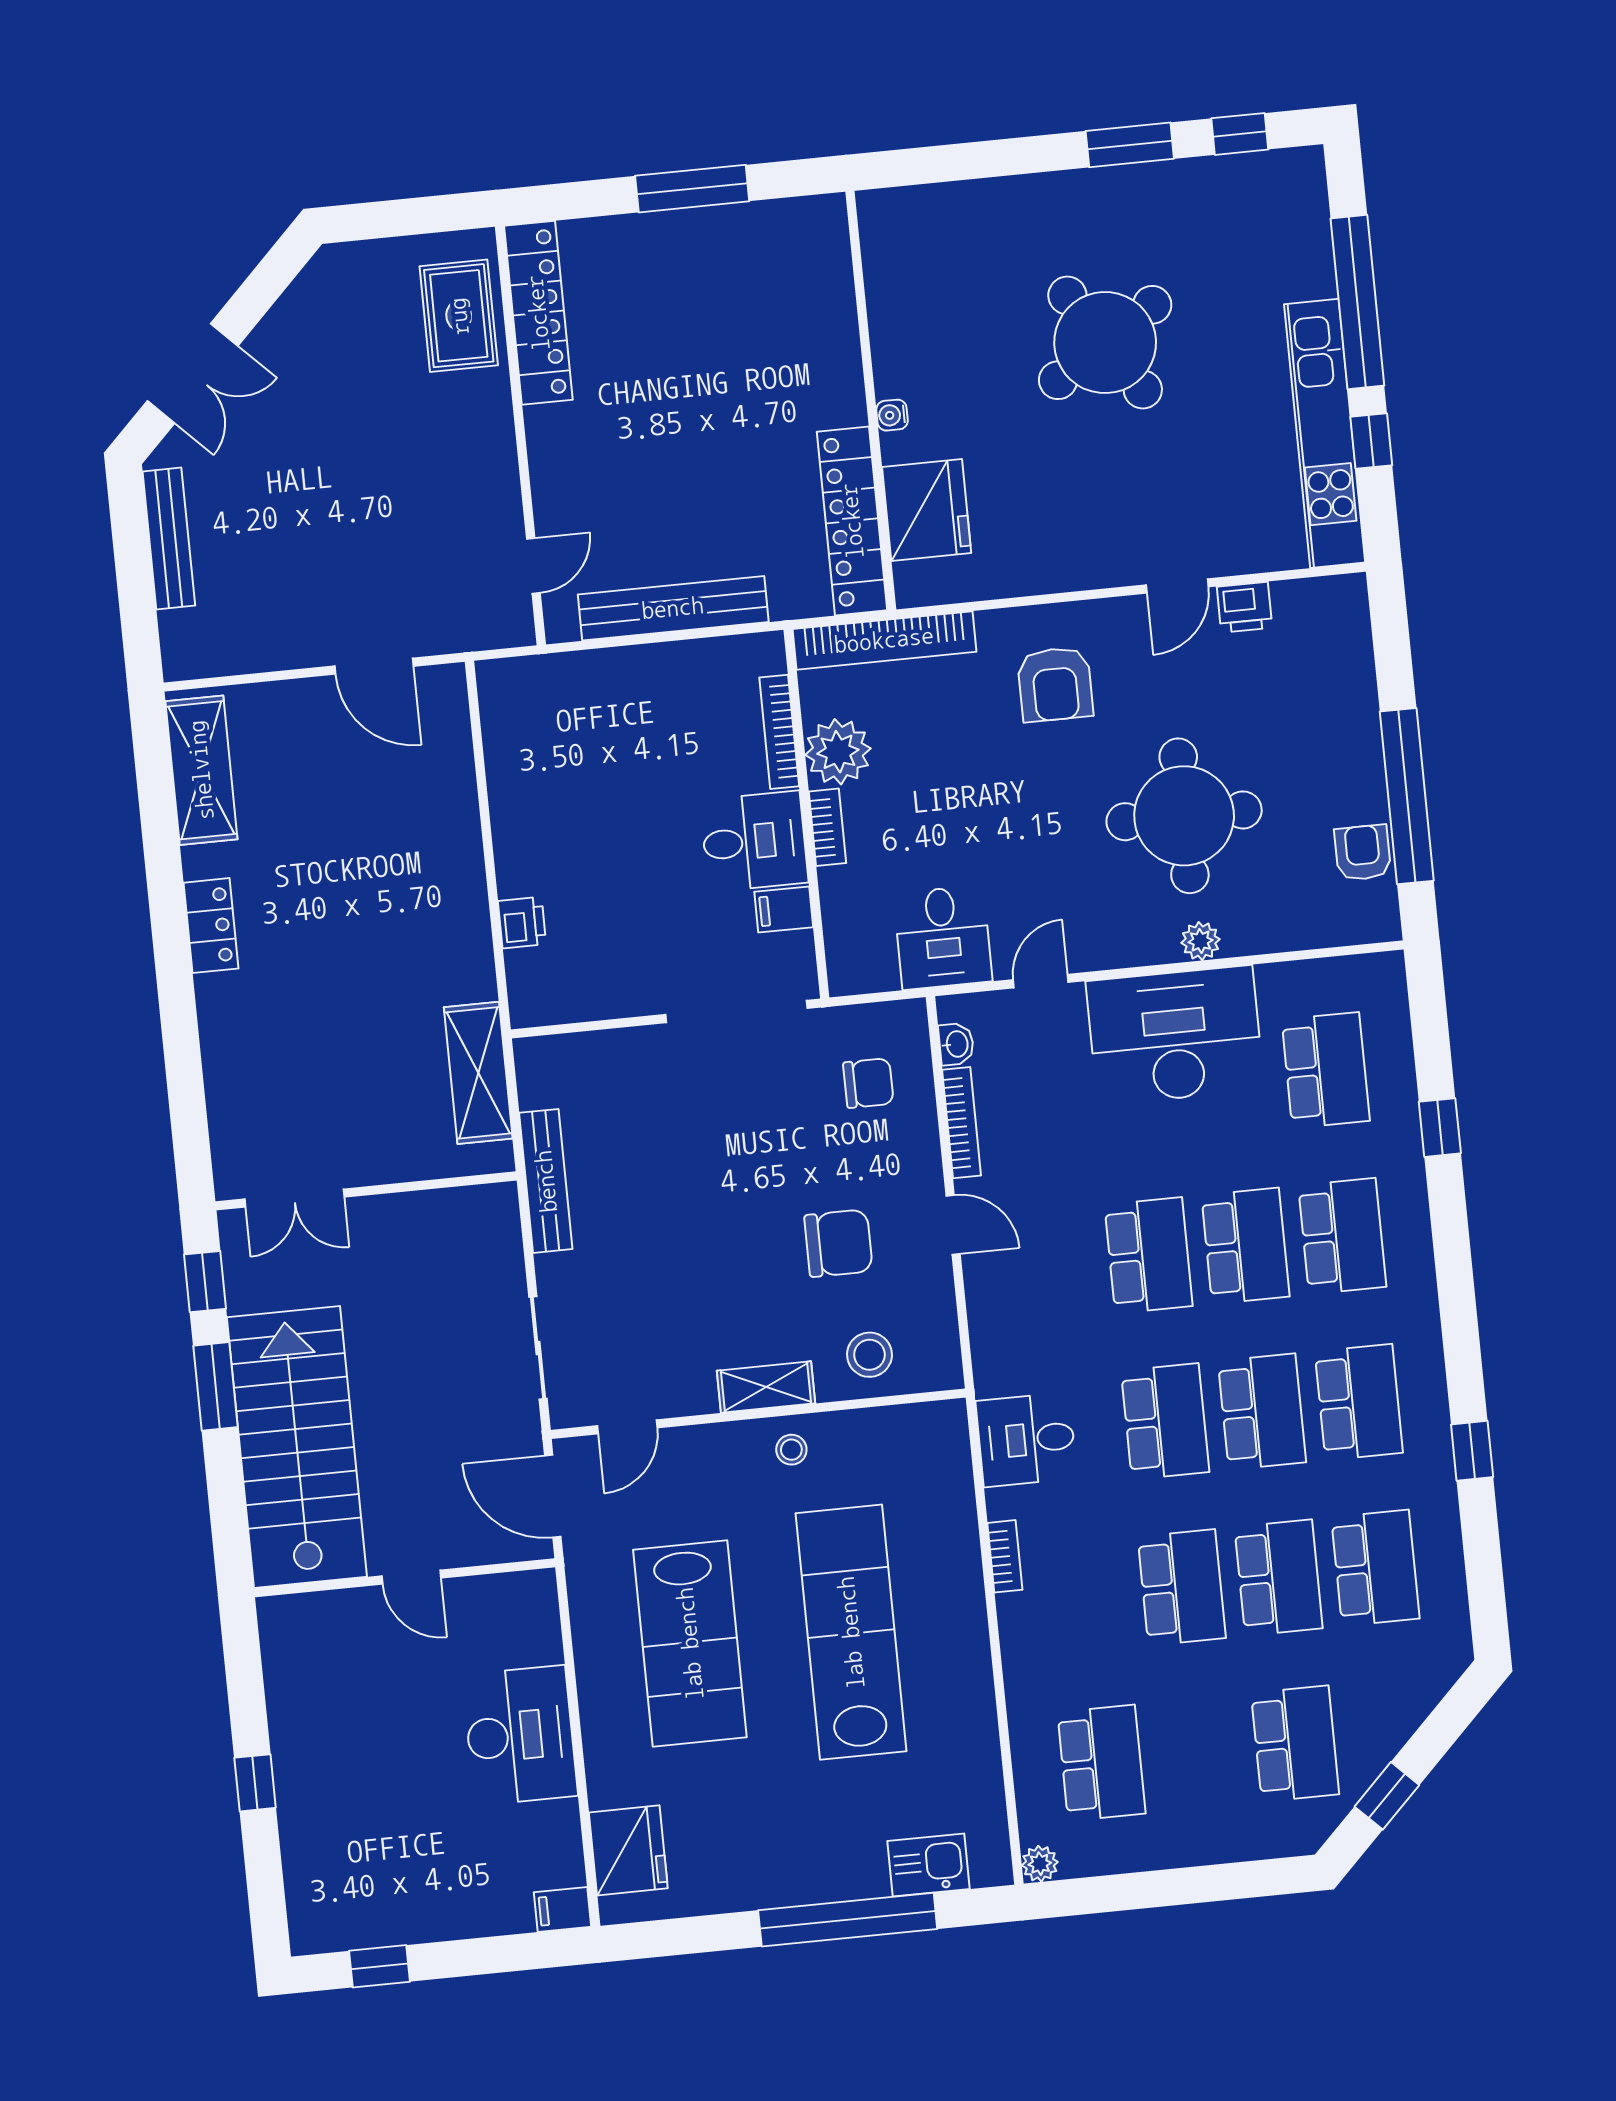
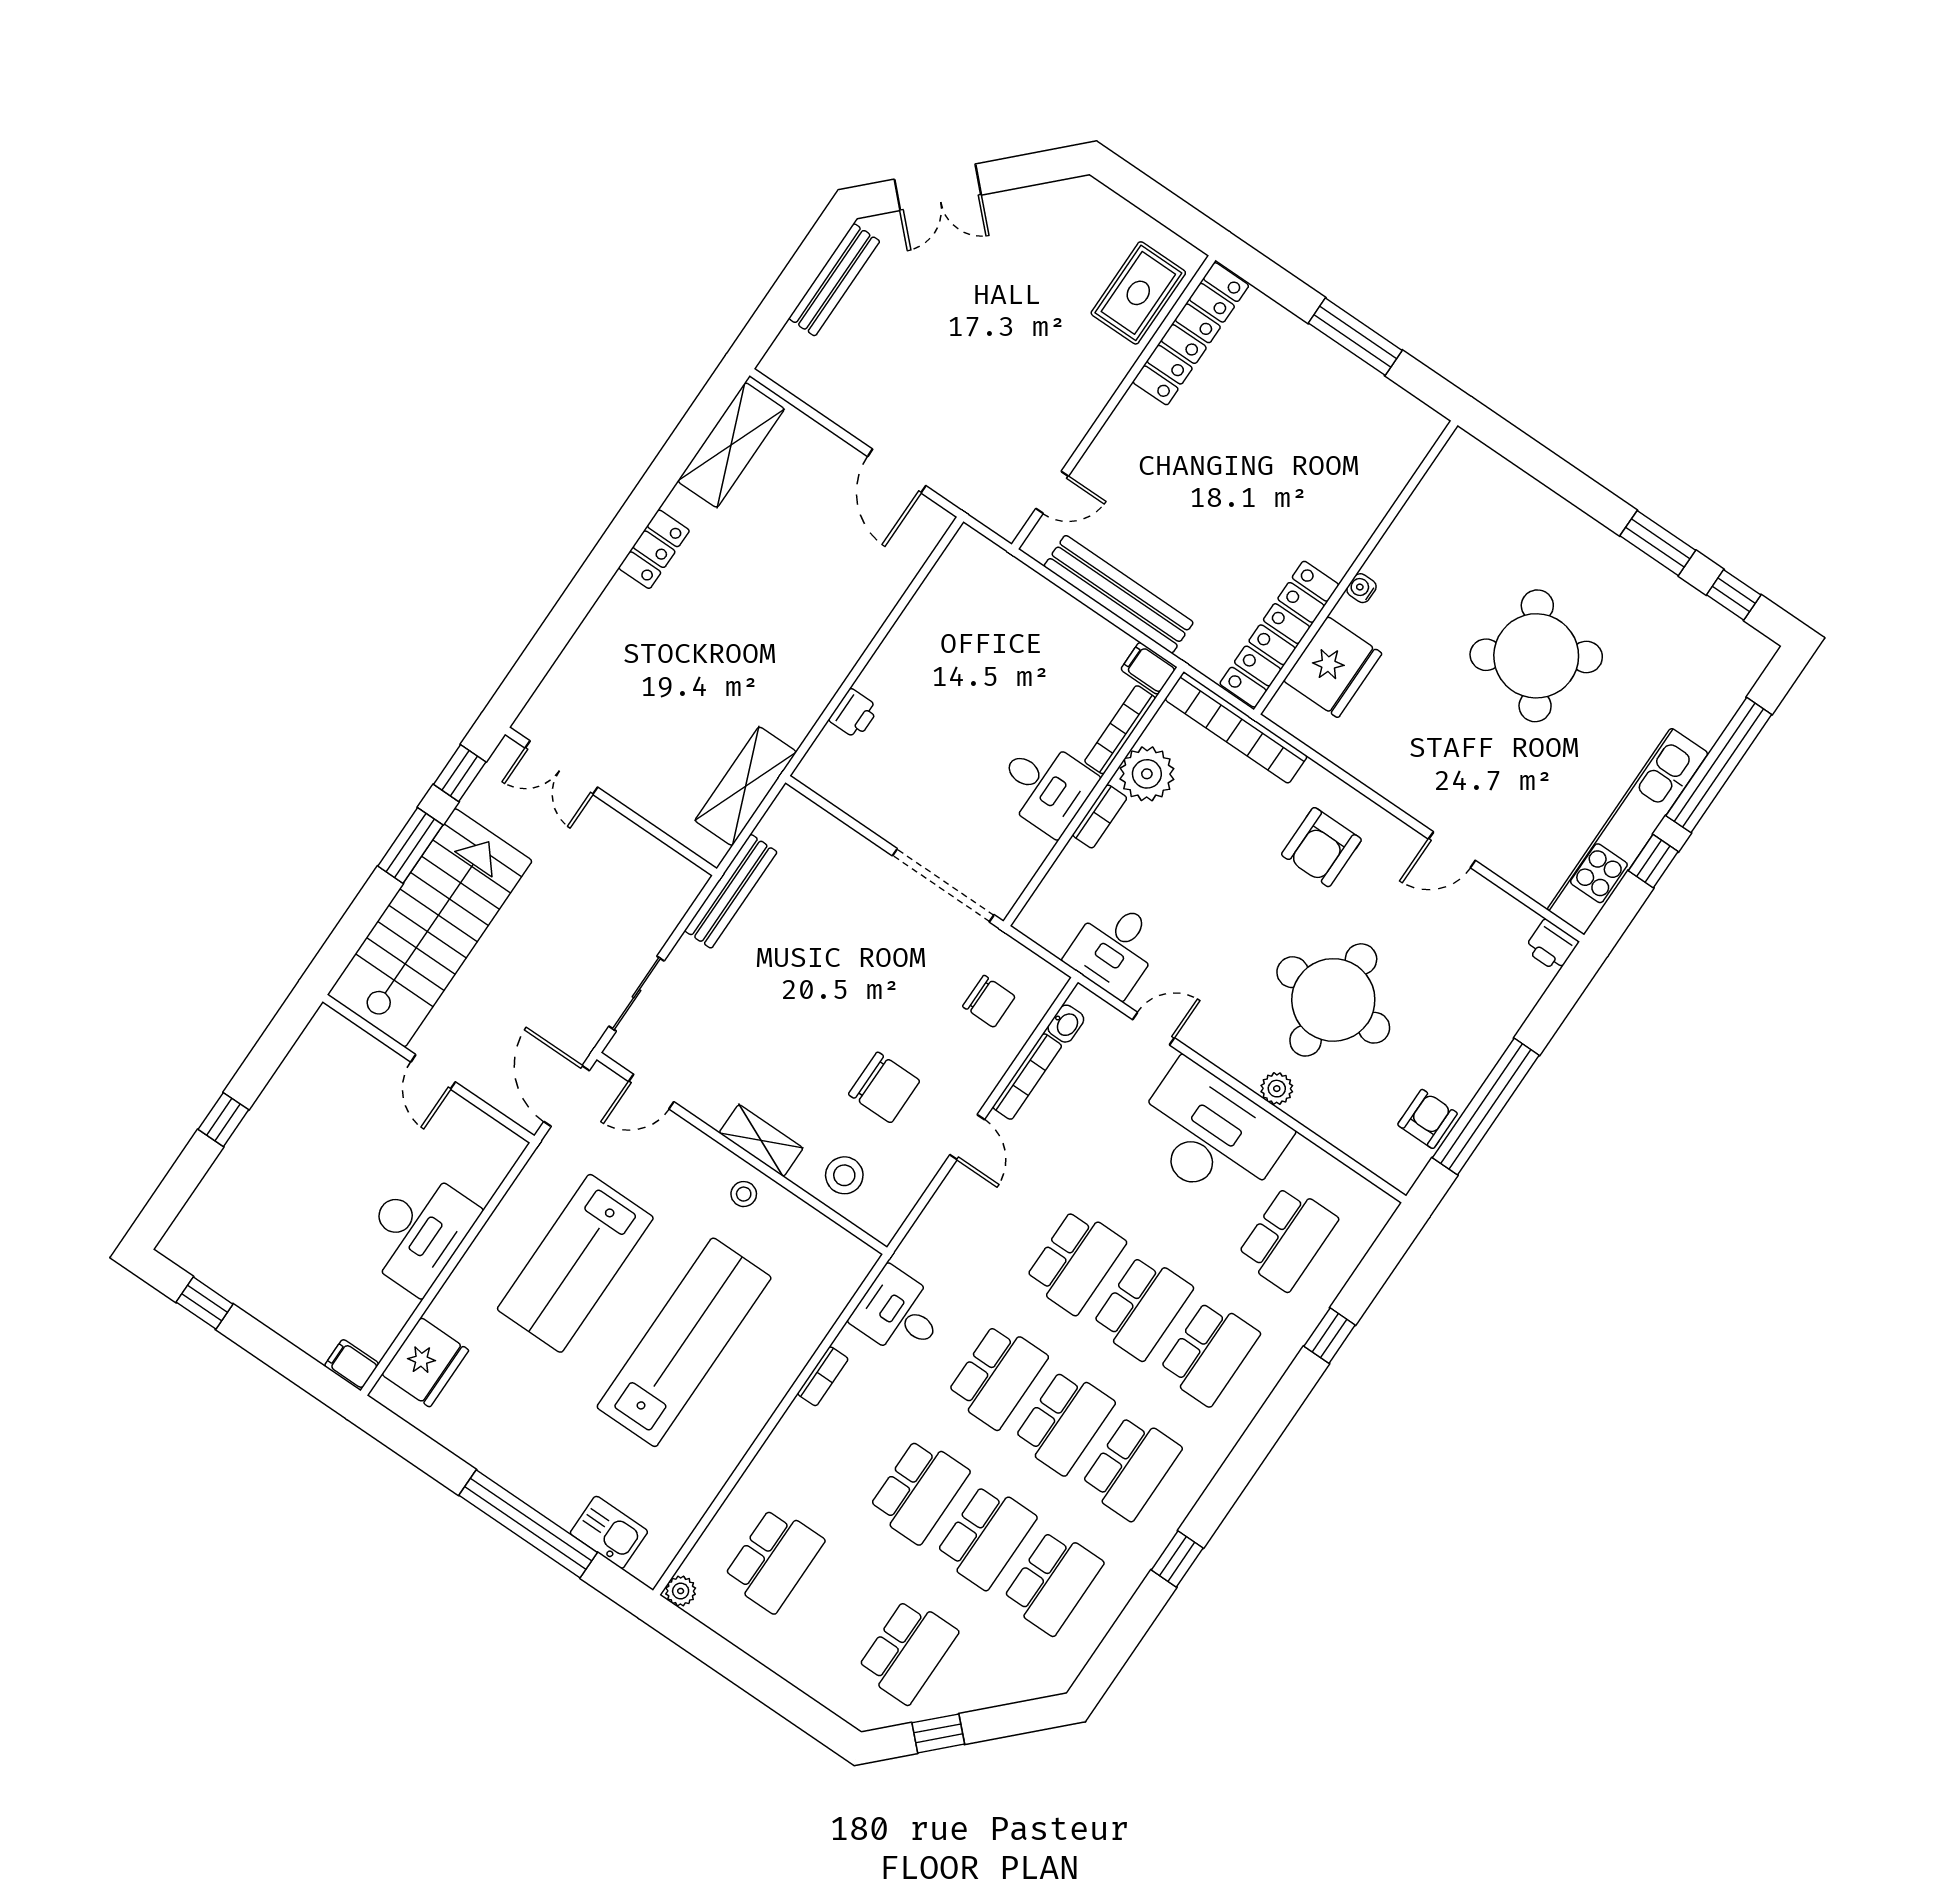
printer: (1244, 607) -> (1551, 946), moved
filing cabinet: (784, 910) -> (1149, 668), moved

